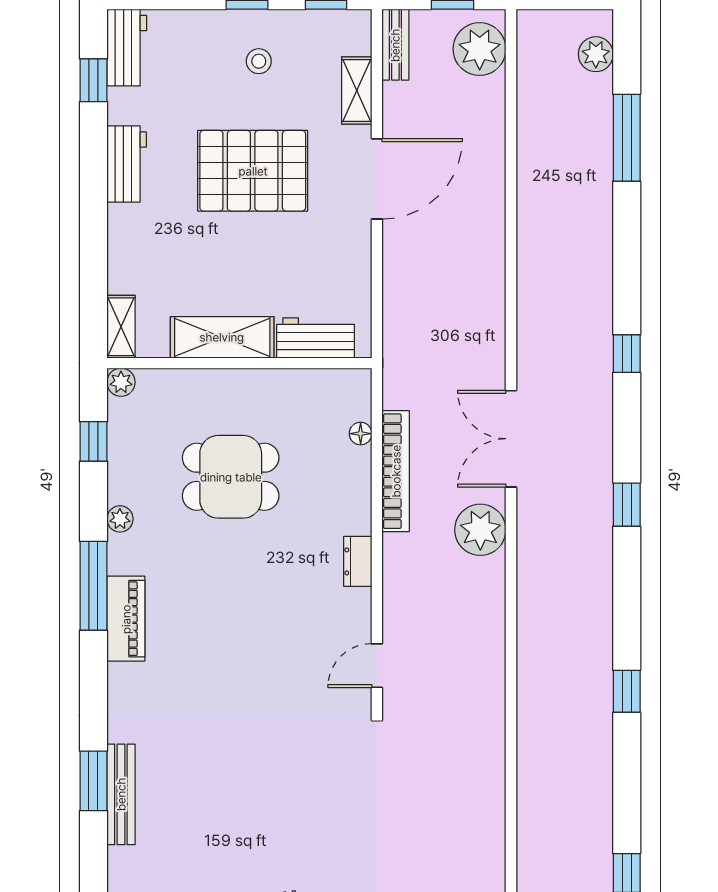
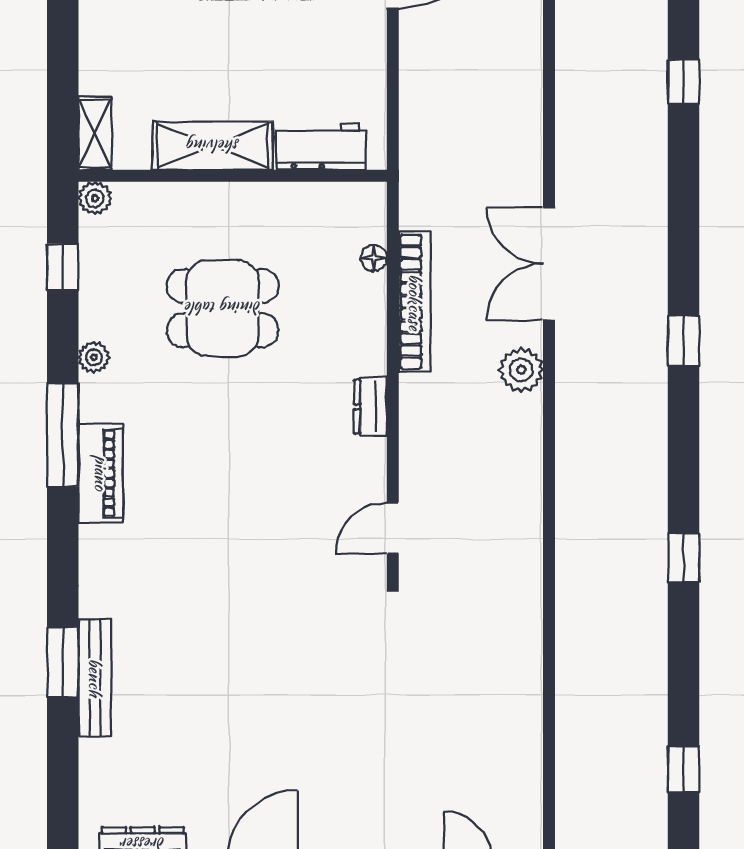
window: (627, 354) -> (684, 82), moved
plant: (480, 530) -> (521, 370), width x0.73, depth x0.73

